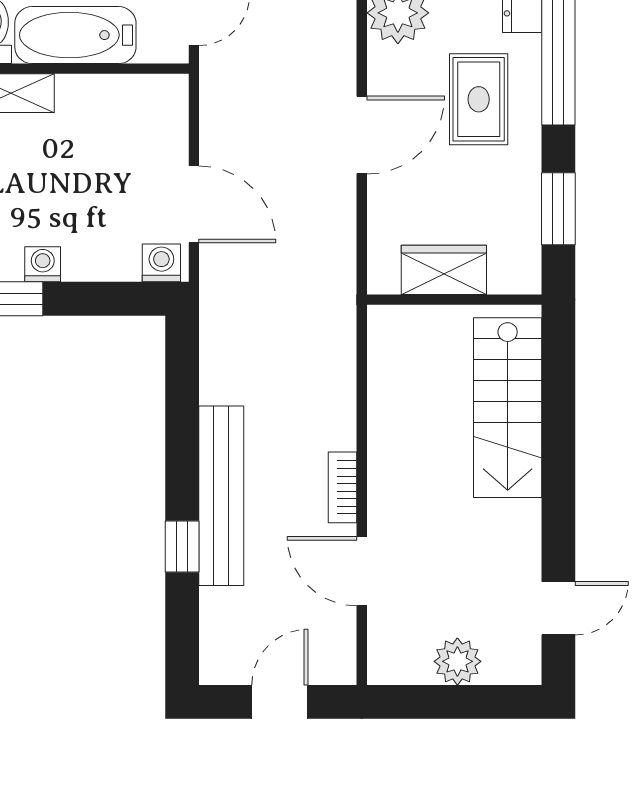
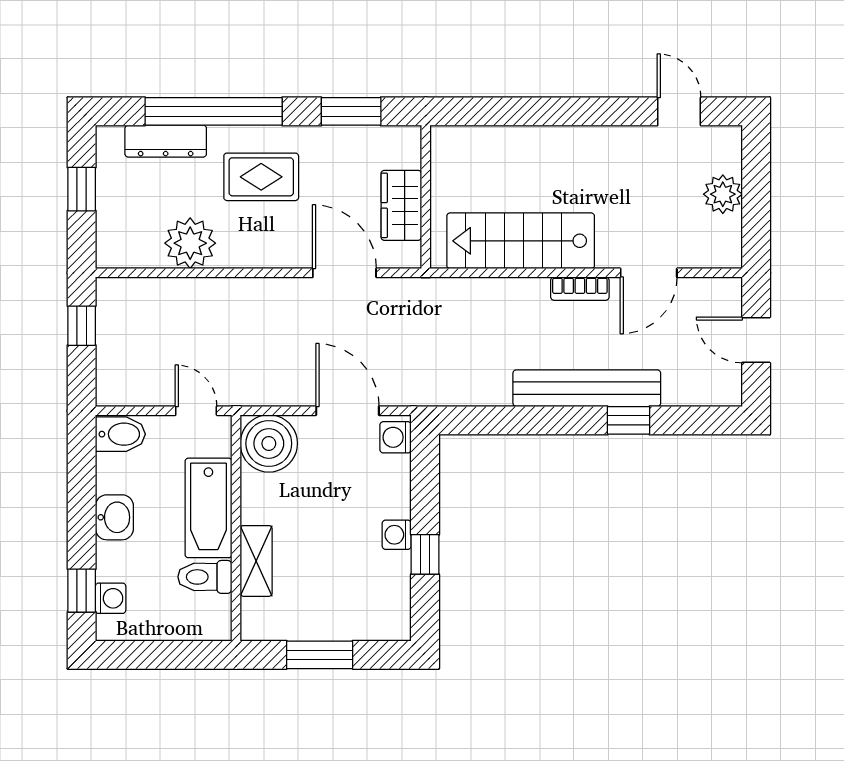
boiler: (154, 109) -> (269, 443), added
door: (362, 135) -> (344, 273), moved
door: (194, 204) -> (347, 411), hinge flipped
stairs: (508, 408) -> (521, 241), moved, turned 180

